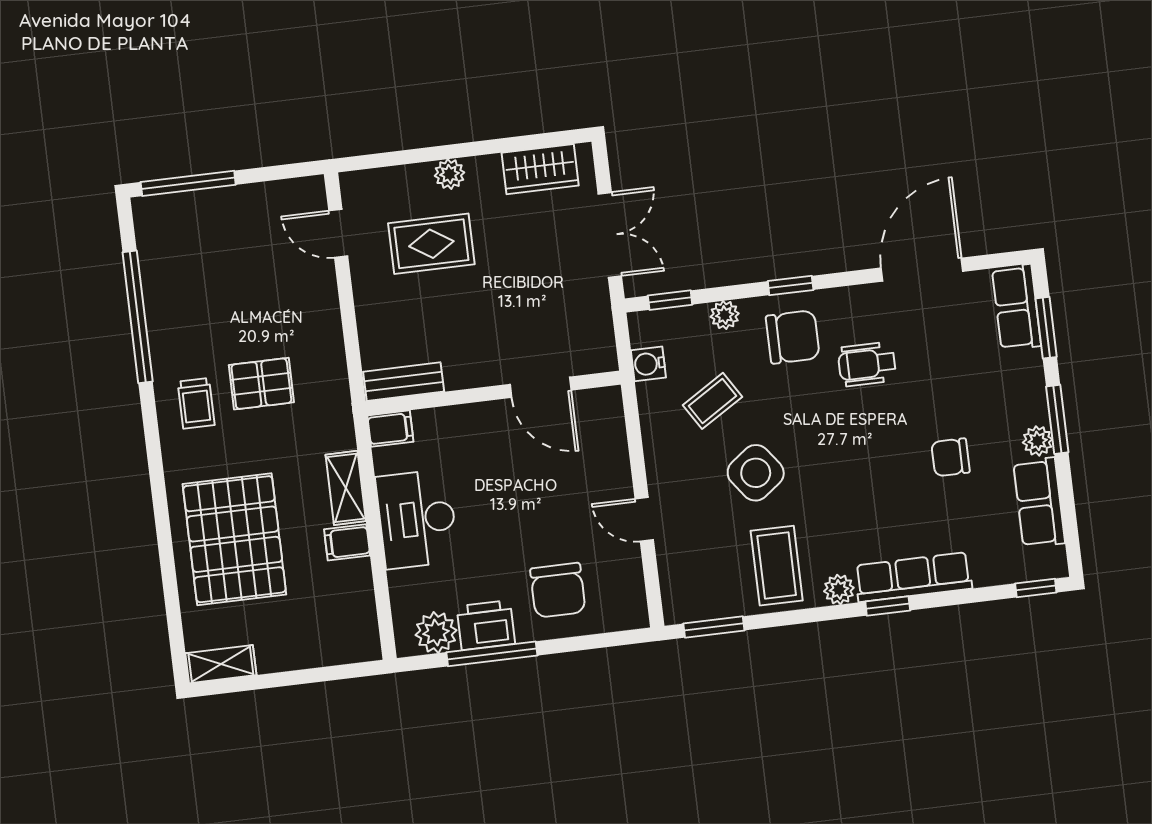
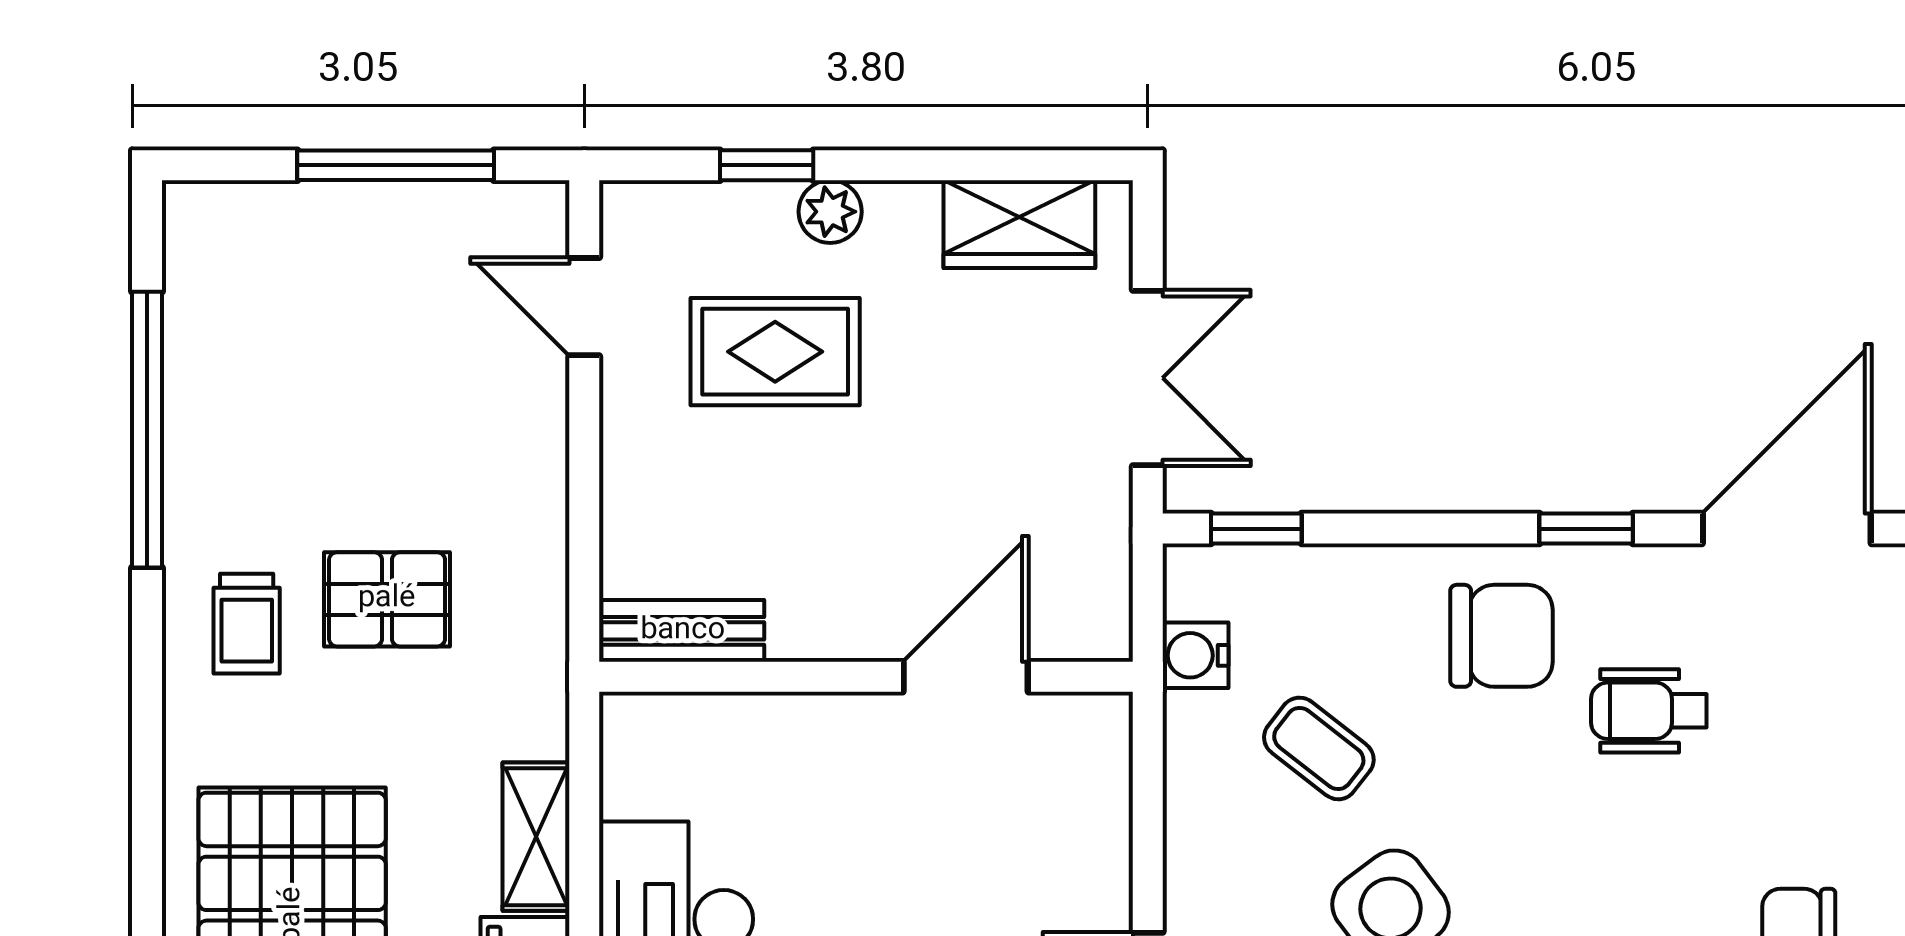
window: (417, 156) -> (767, 165), added
window: (188, 183) -> (396, 165), moved
window: (791, 286) -> (1586, 529), moved
plant: (725, 315) -> (1366, 573), removed
door: (541, 387) -> (966, 677), swing flipped
coffee table: (712, 401) -> (1319, 748), turned 70
filing cabinet: (390, 429) -> (644, 725), removed

